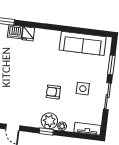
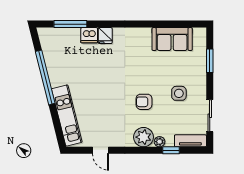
sofa: (83, 43) -> (172, 39), width x0.73
sliding door: (108, 96) -> (210, 116), moved
window: (46, 131) -> (171, 150), moved

